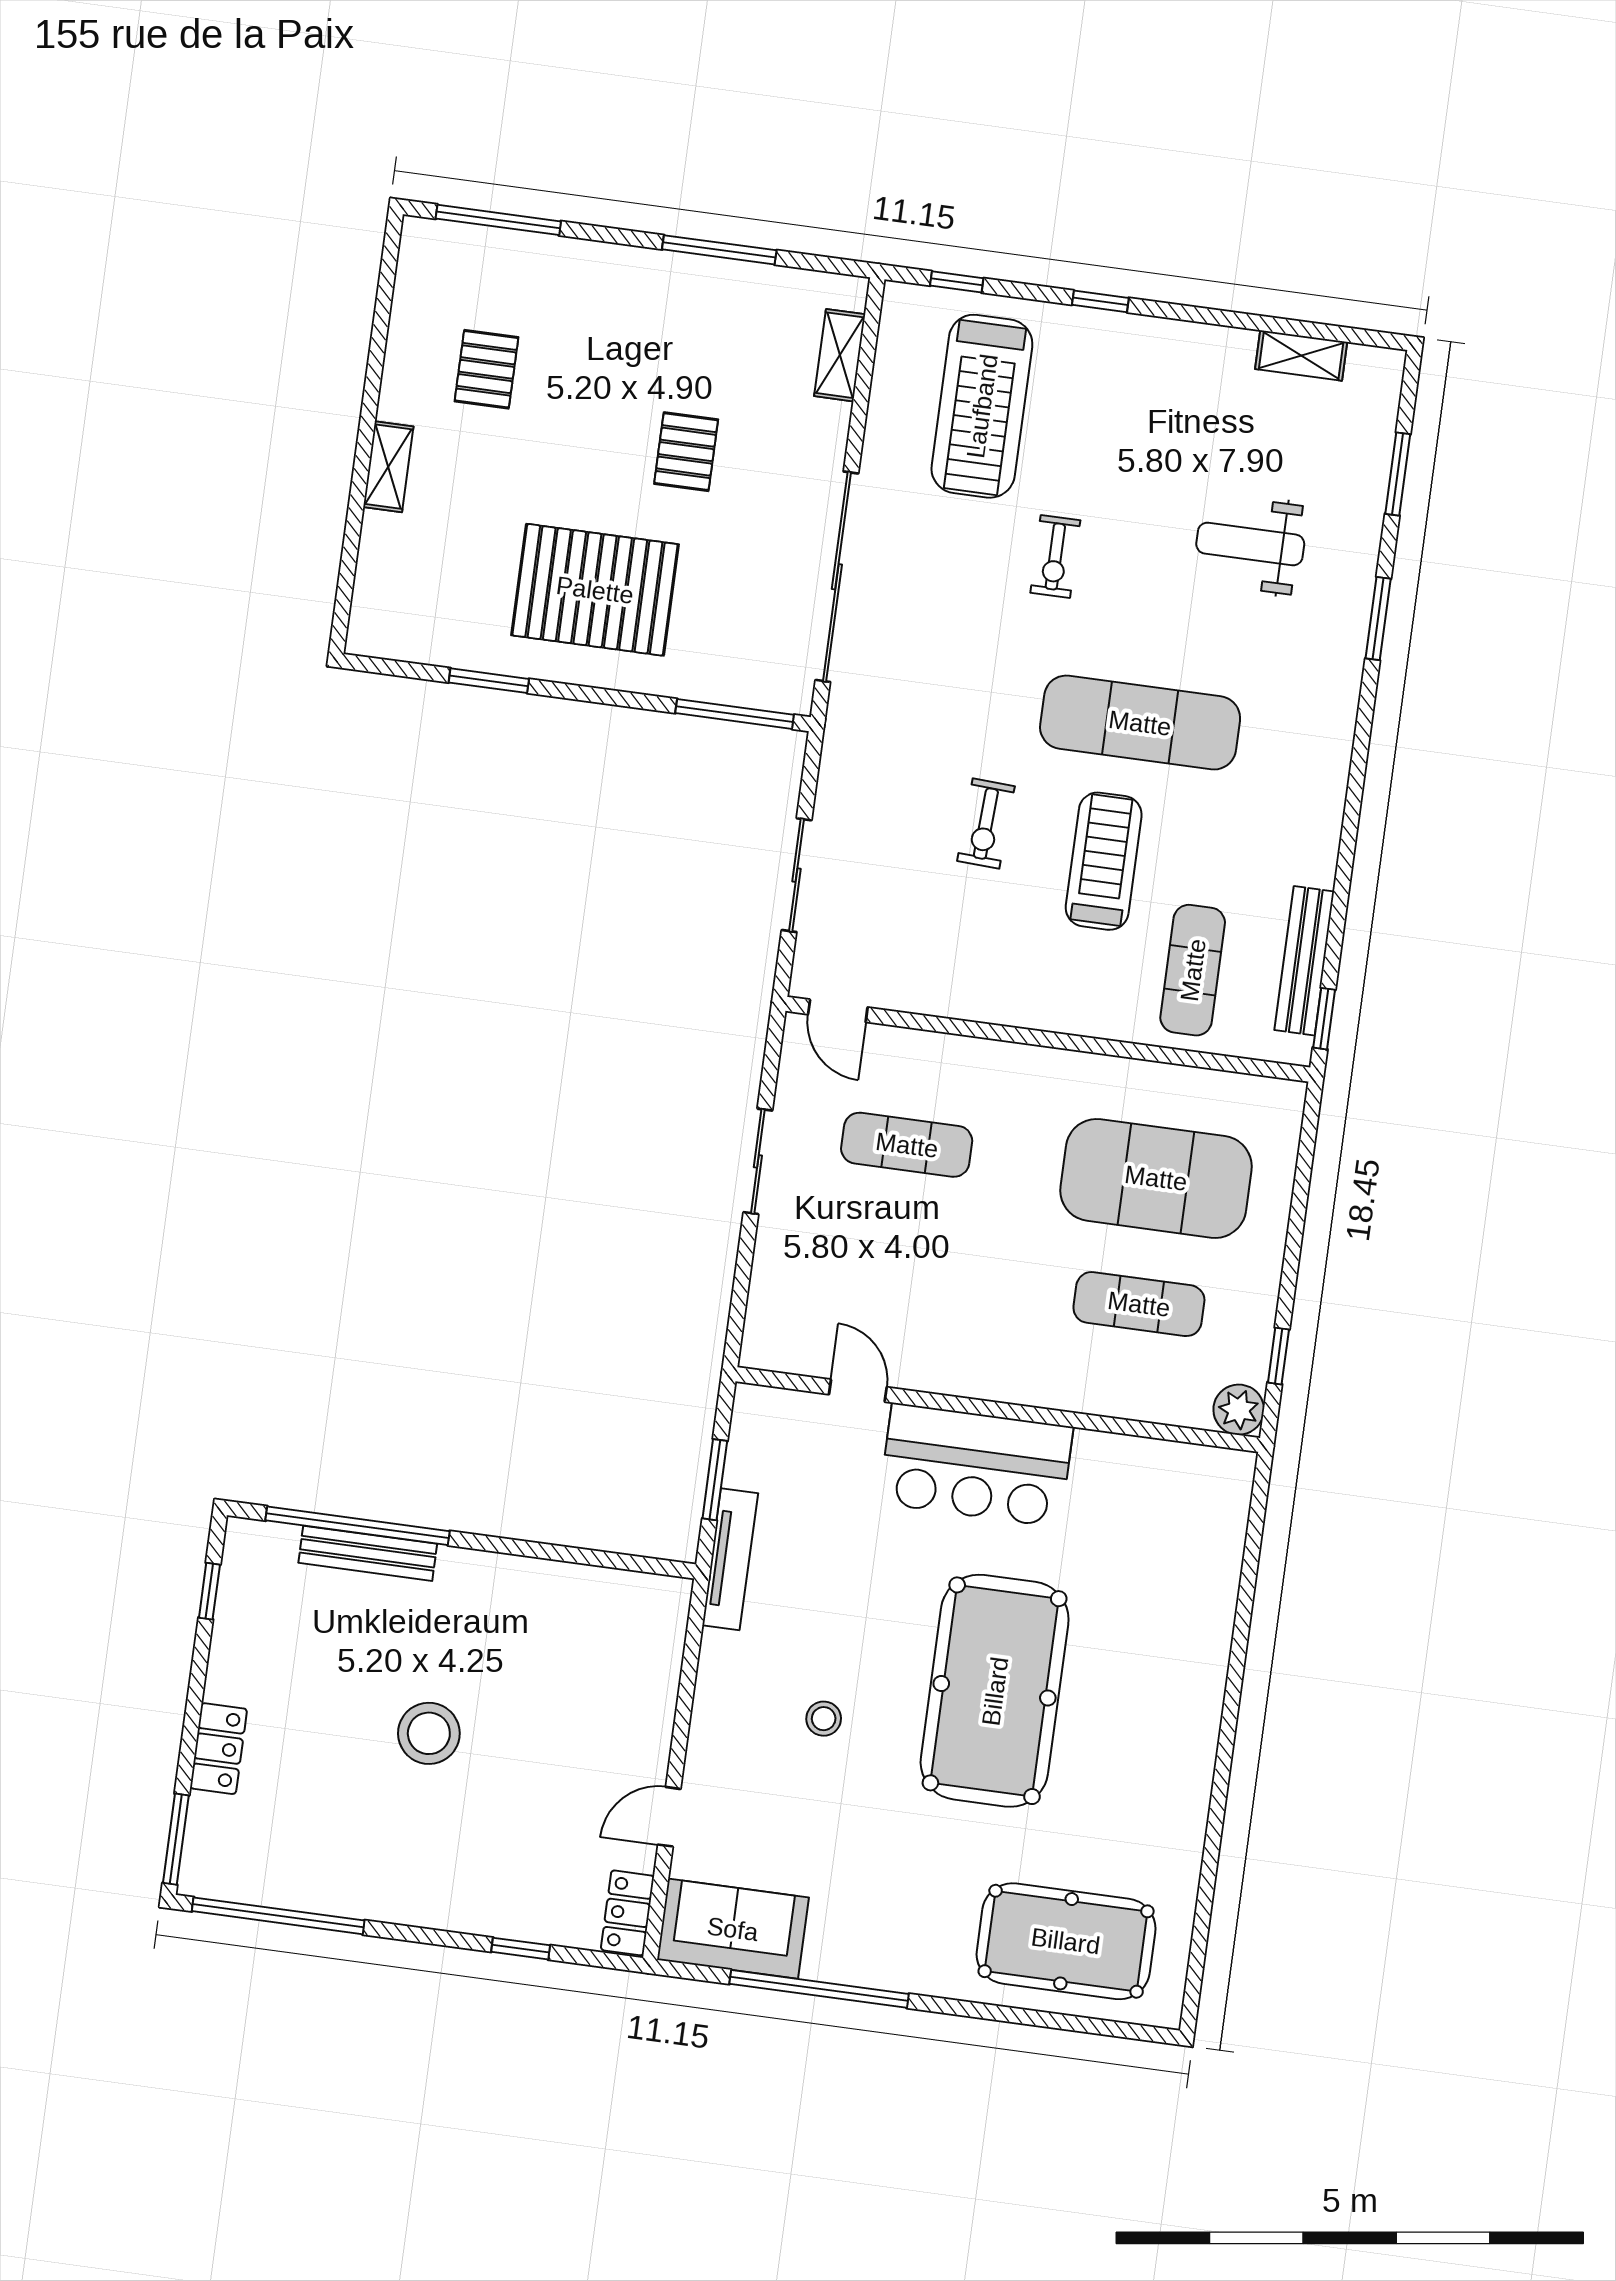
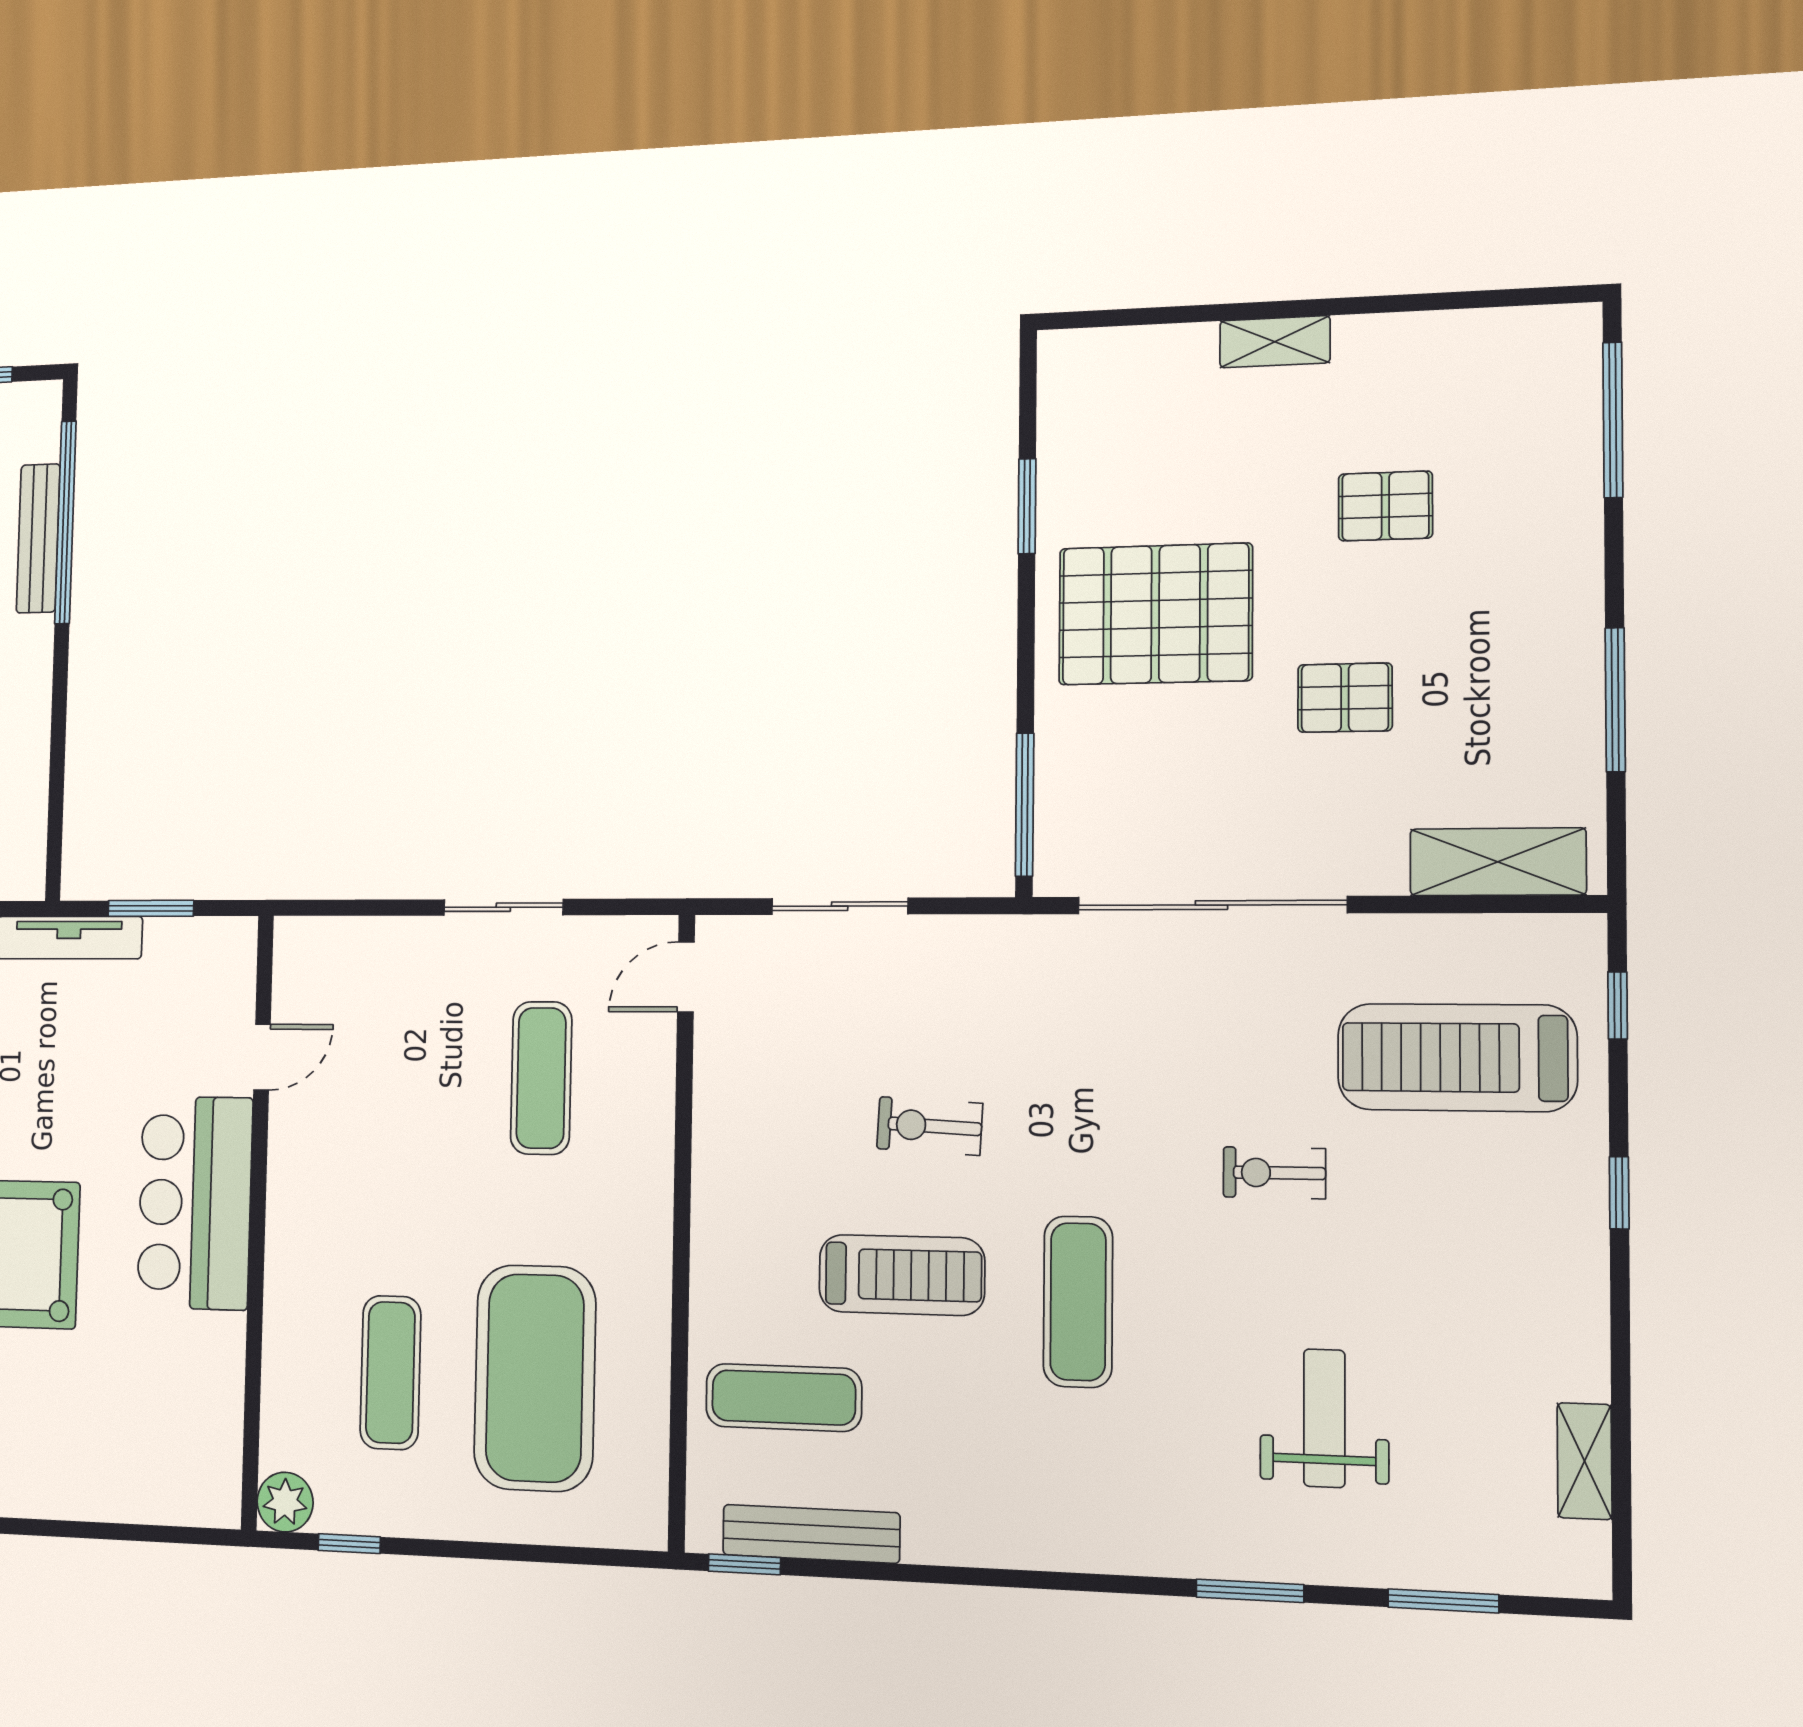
shelving: (840, 355) -> (1498, 862), width x1.50, depth x1.33
pallet: (486, 369) -> (1385, 506), moved
pallet: (595, 590) -> (1155, 614), turned 90
exercise mat: (1140, 723) -> (1078, 1302), width x0.73, depth x0.69

